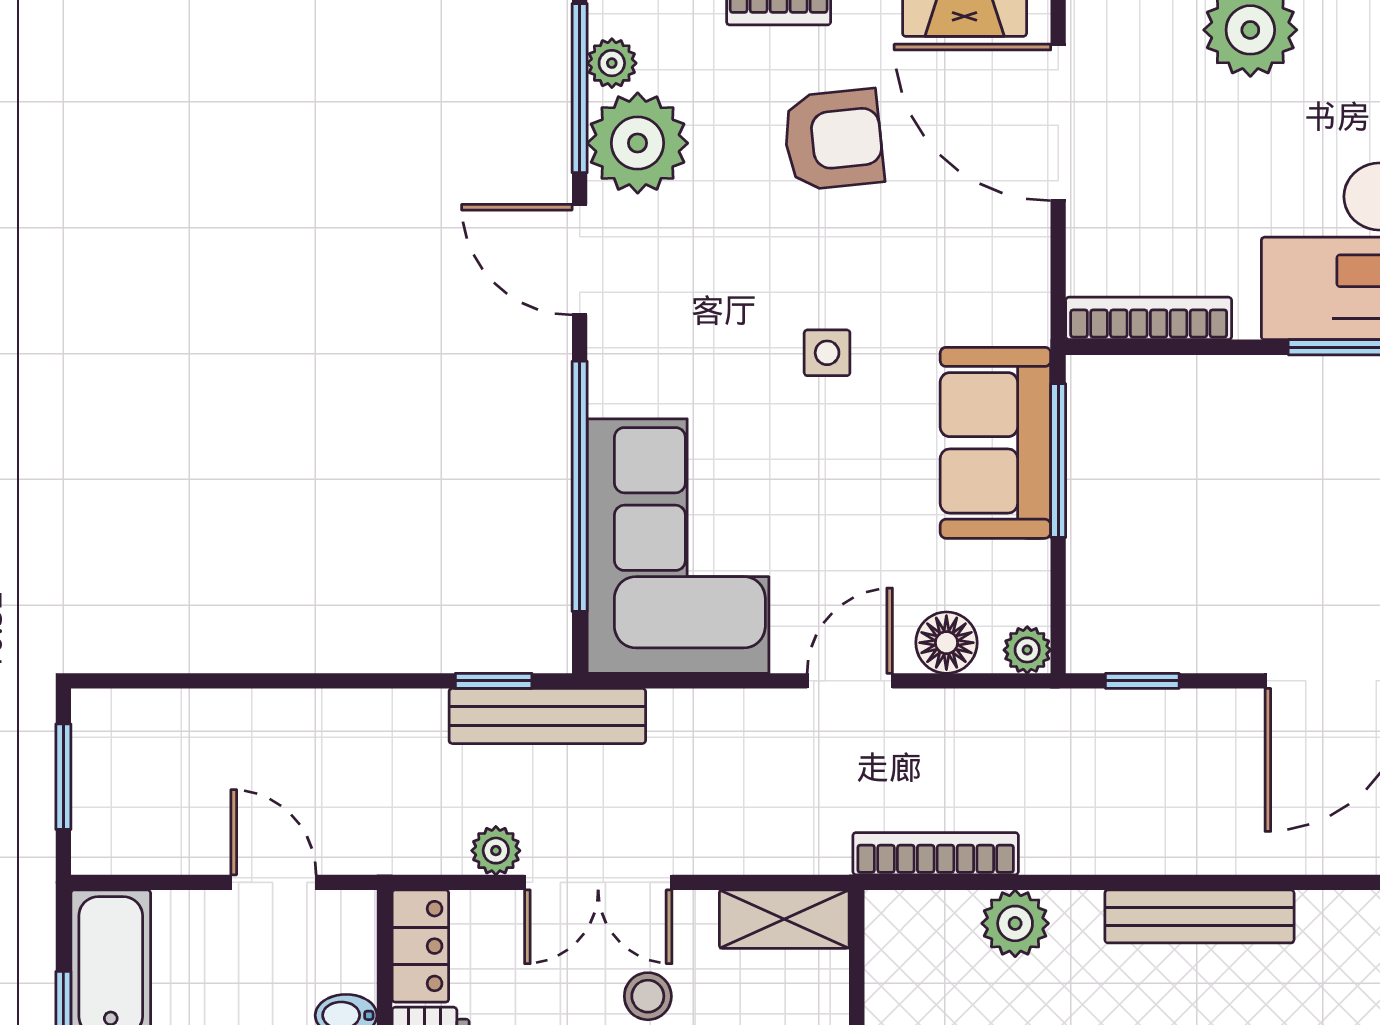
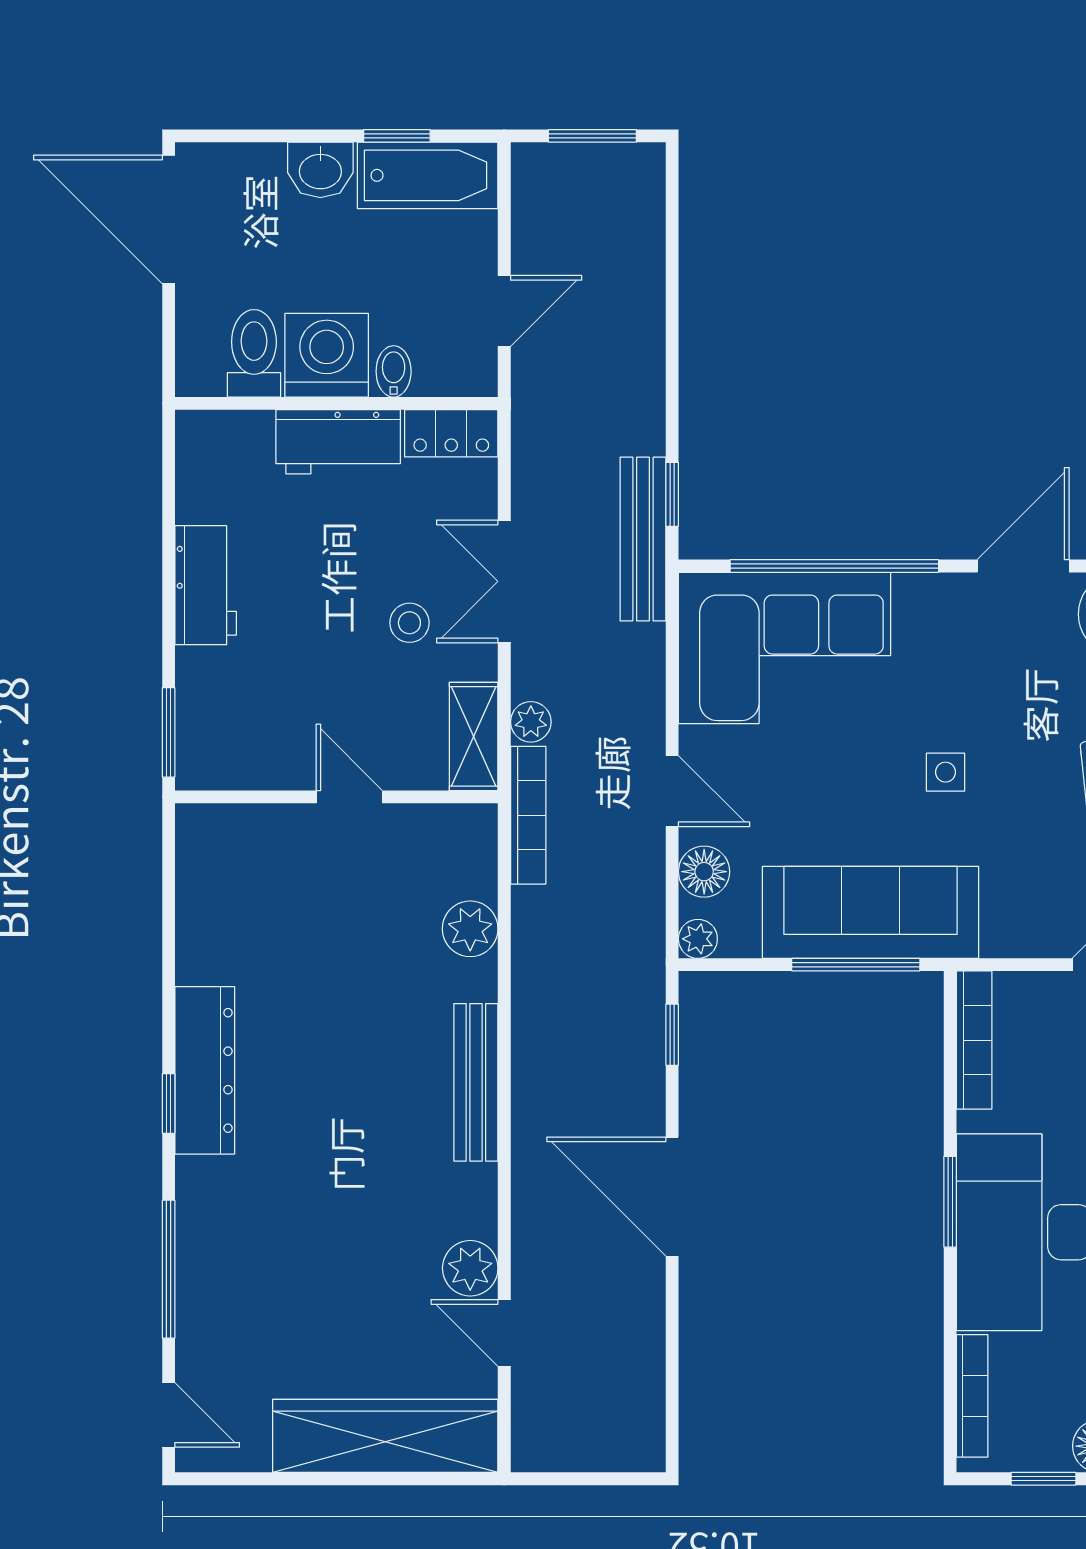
sofa: (995, 443) -> (871, 912), width x1.36
plant: (496, 851) -> (531, 722), moved
bookcase: (936, 854) -> (528, 815), moved

